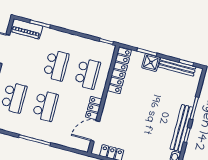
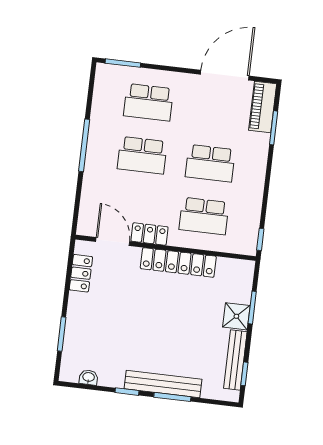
locker: (119, 70) -> (178, 262), moved
bench: (181, 128) -> (163, 384), moved

